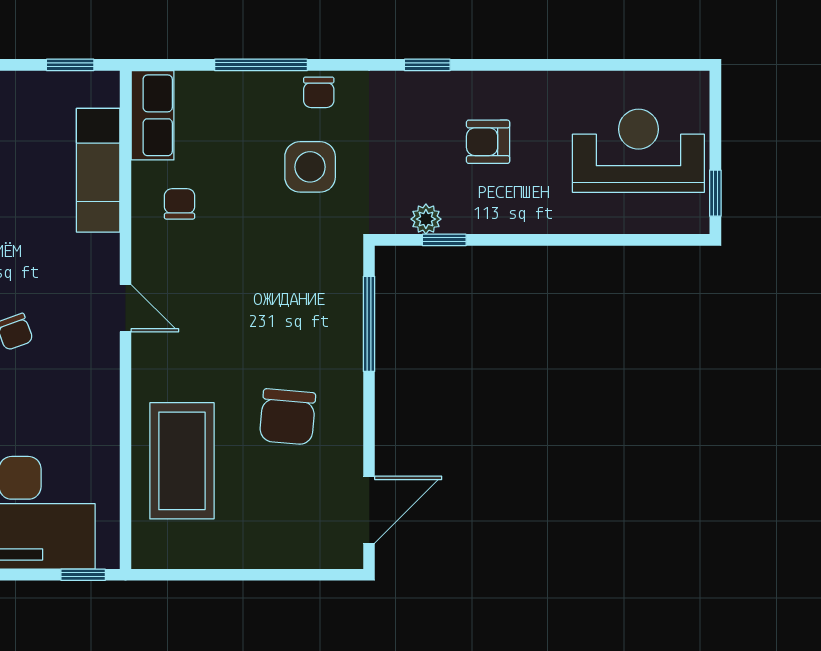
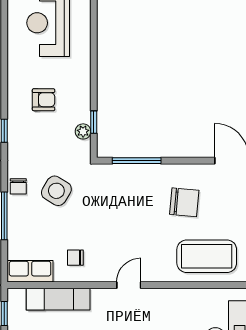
chair: (319, 92) -> (18, 186), turned 90
armchair: (488, 142) -> (44, 100), turned -90
side table: (310, 167) -> (56, 191), turned 31

